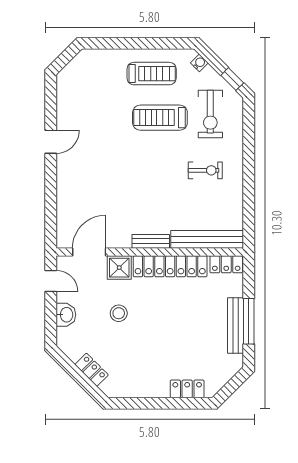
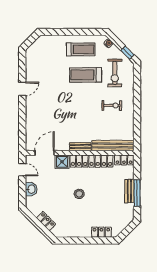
stool: (119, 313) -> (79, 194), moved
bench: (235, 325) -> (129, 191), width x0.73

